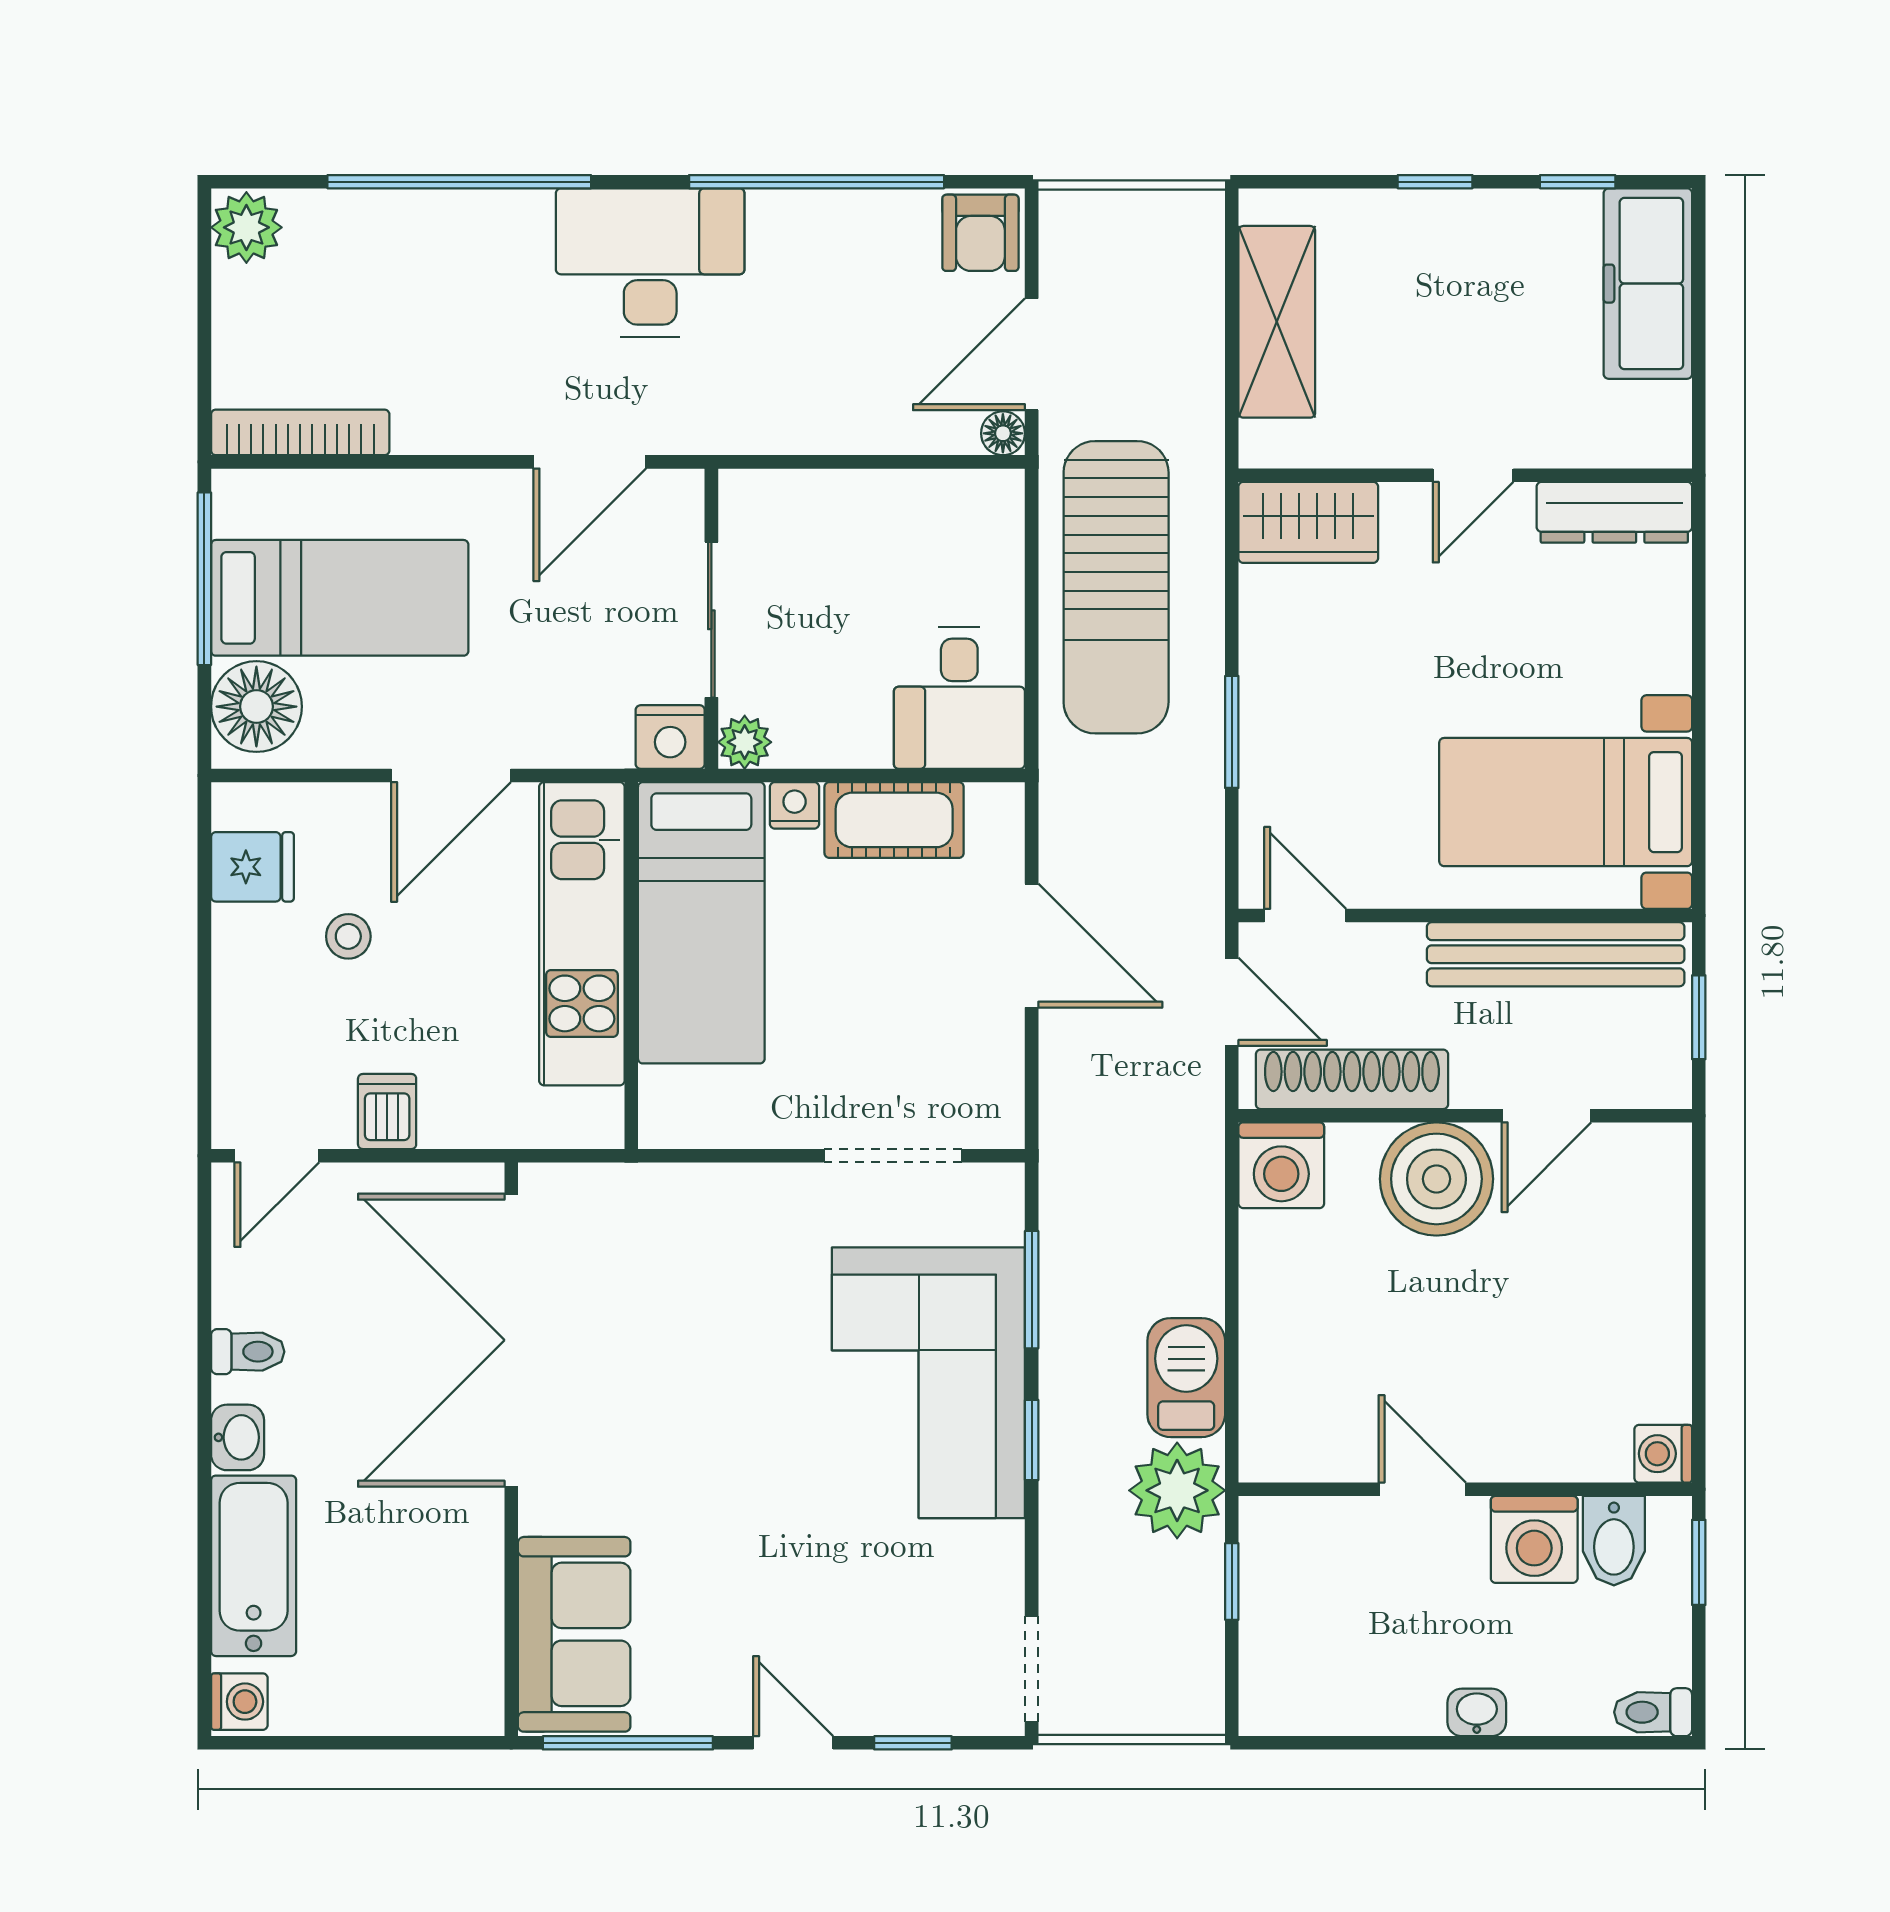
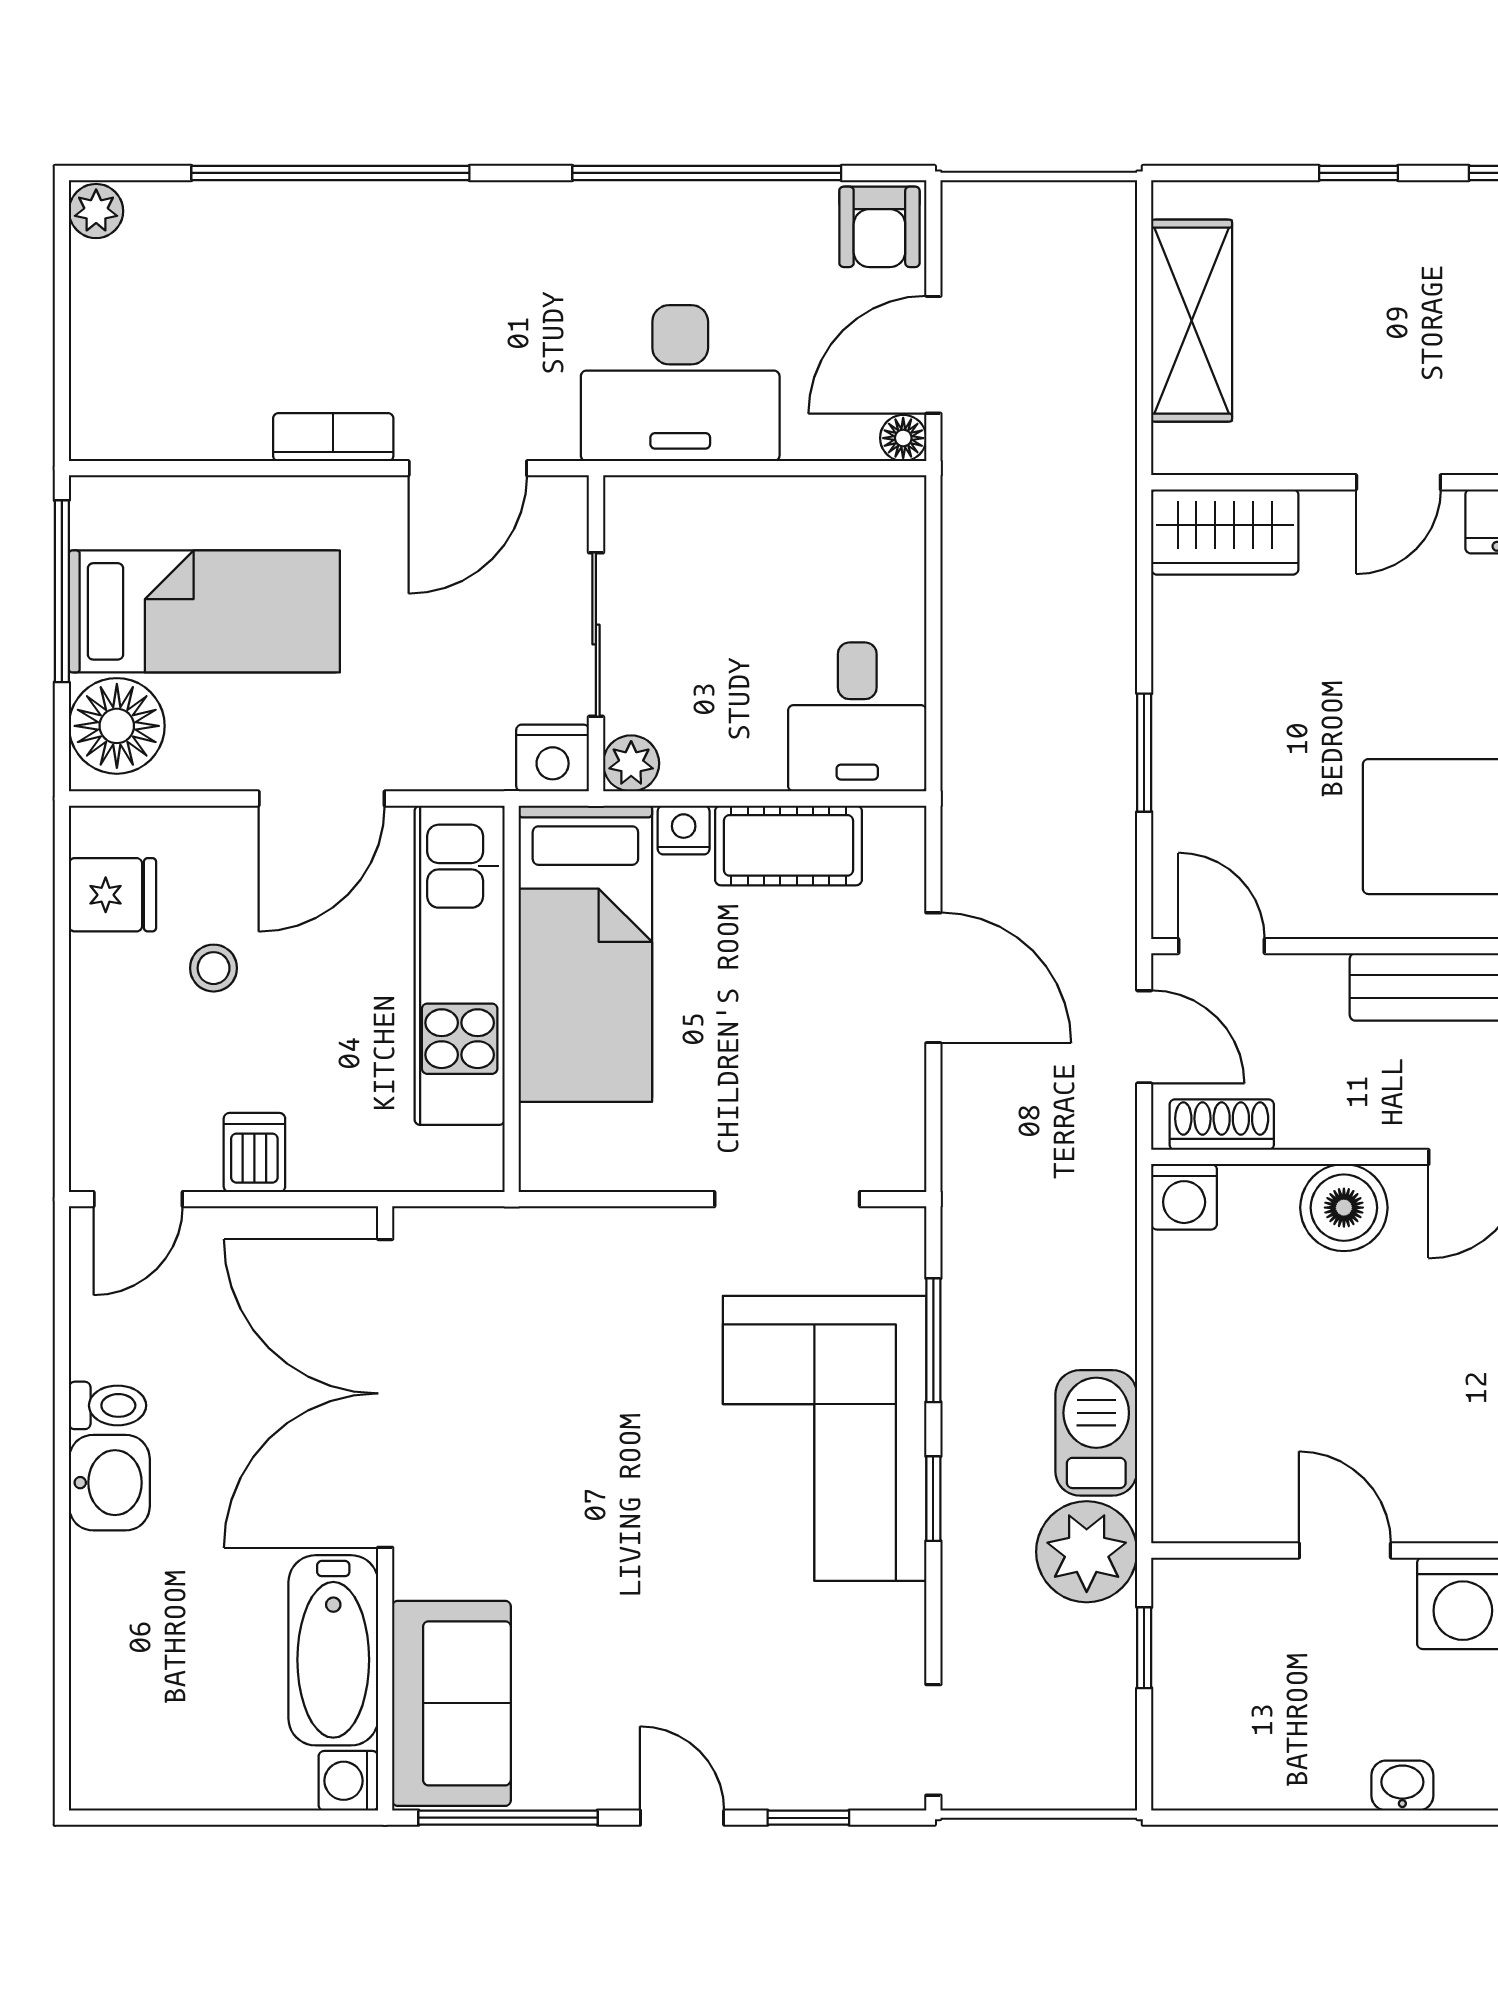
plant: (246, 227) -> (96, 211), width x0.73, depth x0.73
desk: (650, 262) -> (680, 383), moved, turned 180
bookcase: (300, 432) -> (333, 437), moved, width x0.64
sun lounger: (1116, 587) -> (1022, 600), removed
shoe rack: (1352, 1079) -> (1222, 1125), width x0.51, depth x0.81
washing machine: (1281, 1165) -> (1184, 1197), width x0.73, depth x0.73
boiler: (1436, 1179) -> (1344, 1208), width x0.73, depth x0.73
washbasin: (238, 1437) -> (109, 1483), width x1.38, depth x1.45
bathtub: (254, 1566) -> (333, 1650), moved, turned 180
washing machine: (239, 1702) -> (348, 1781), moved, turned 180

